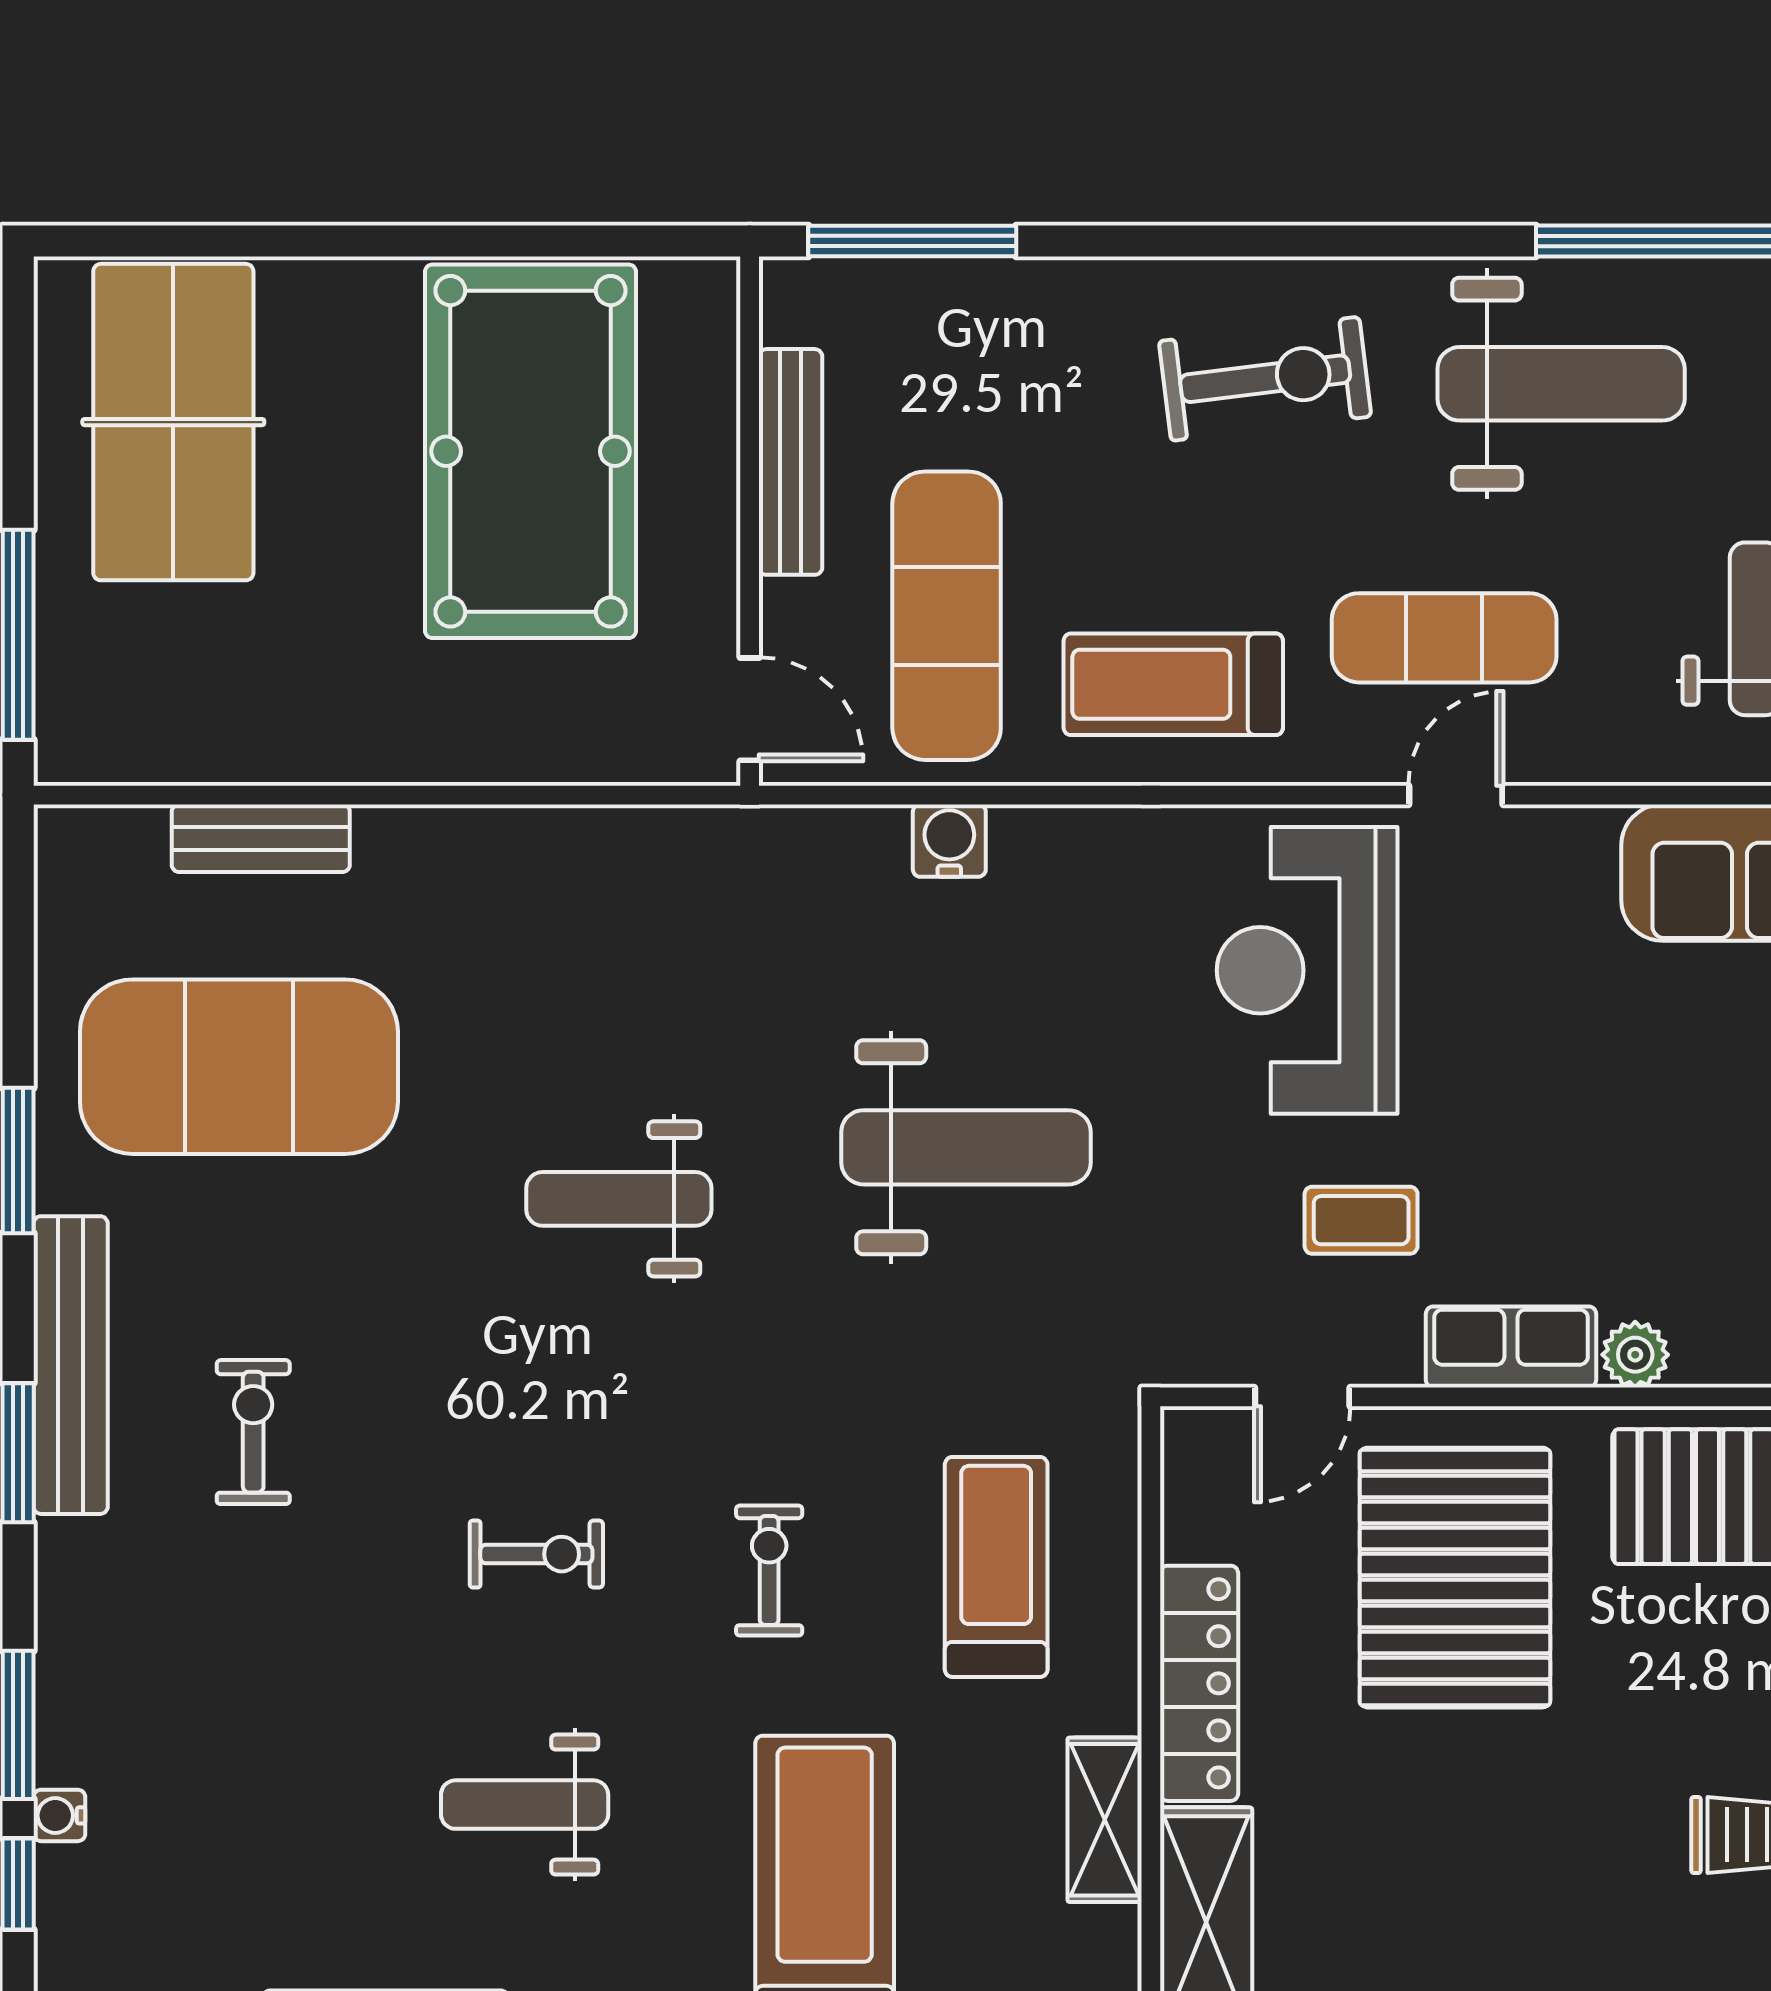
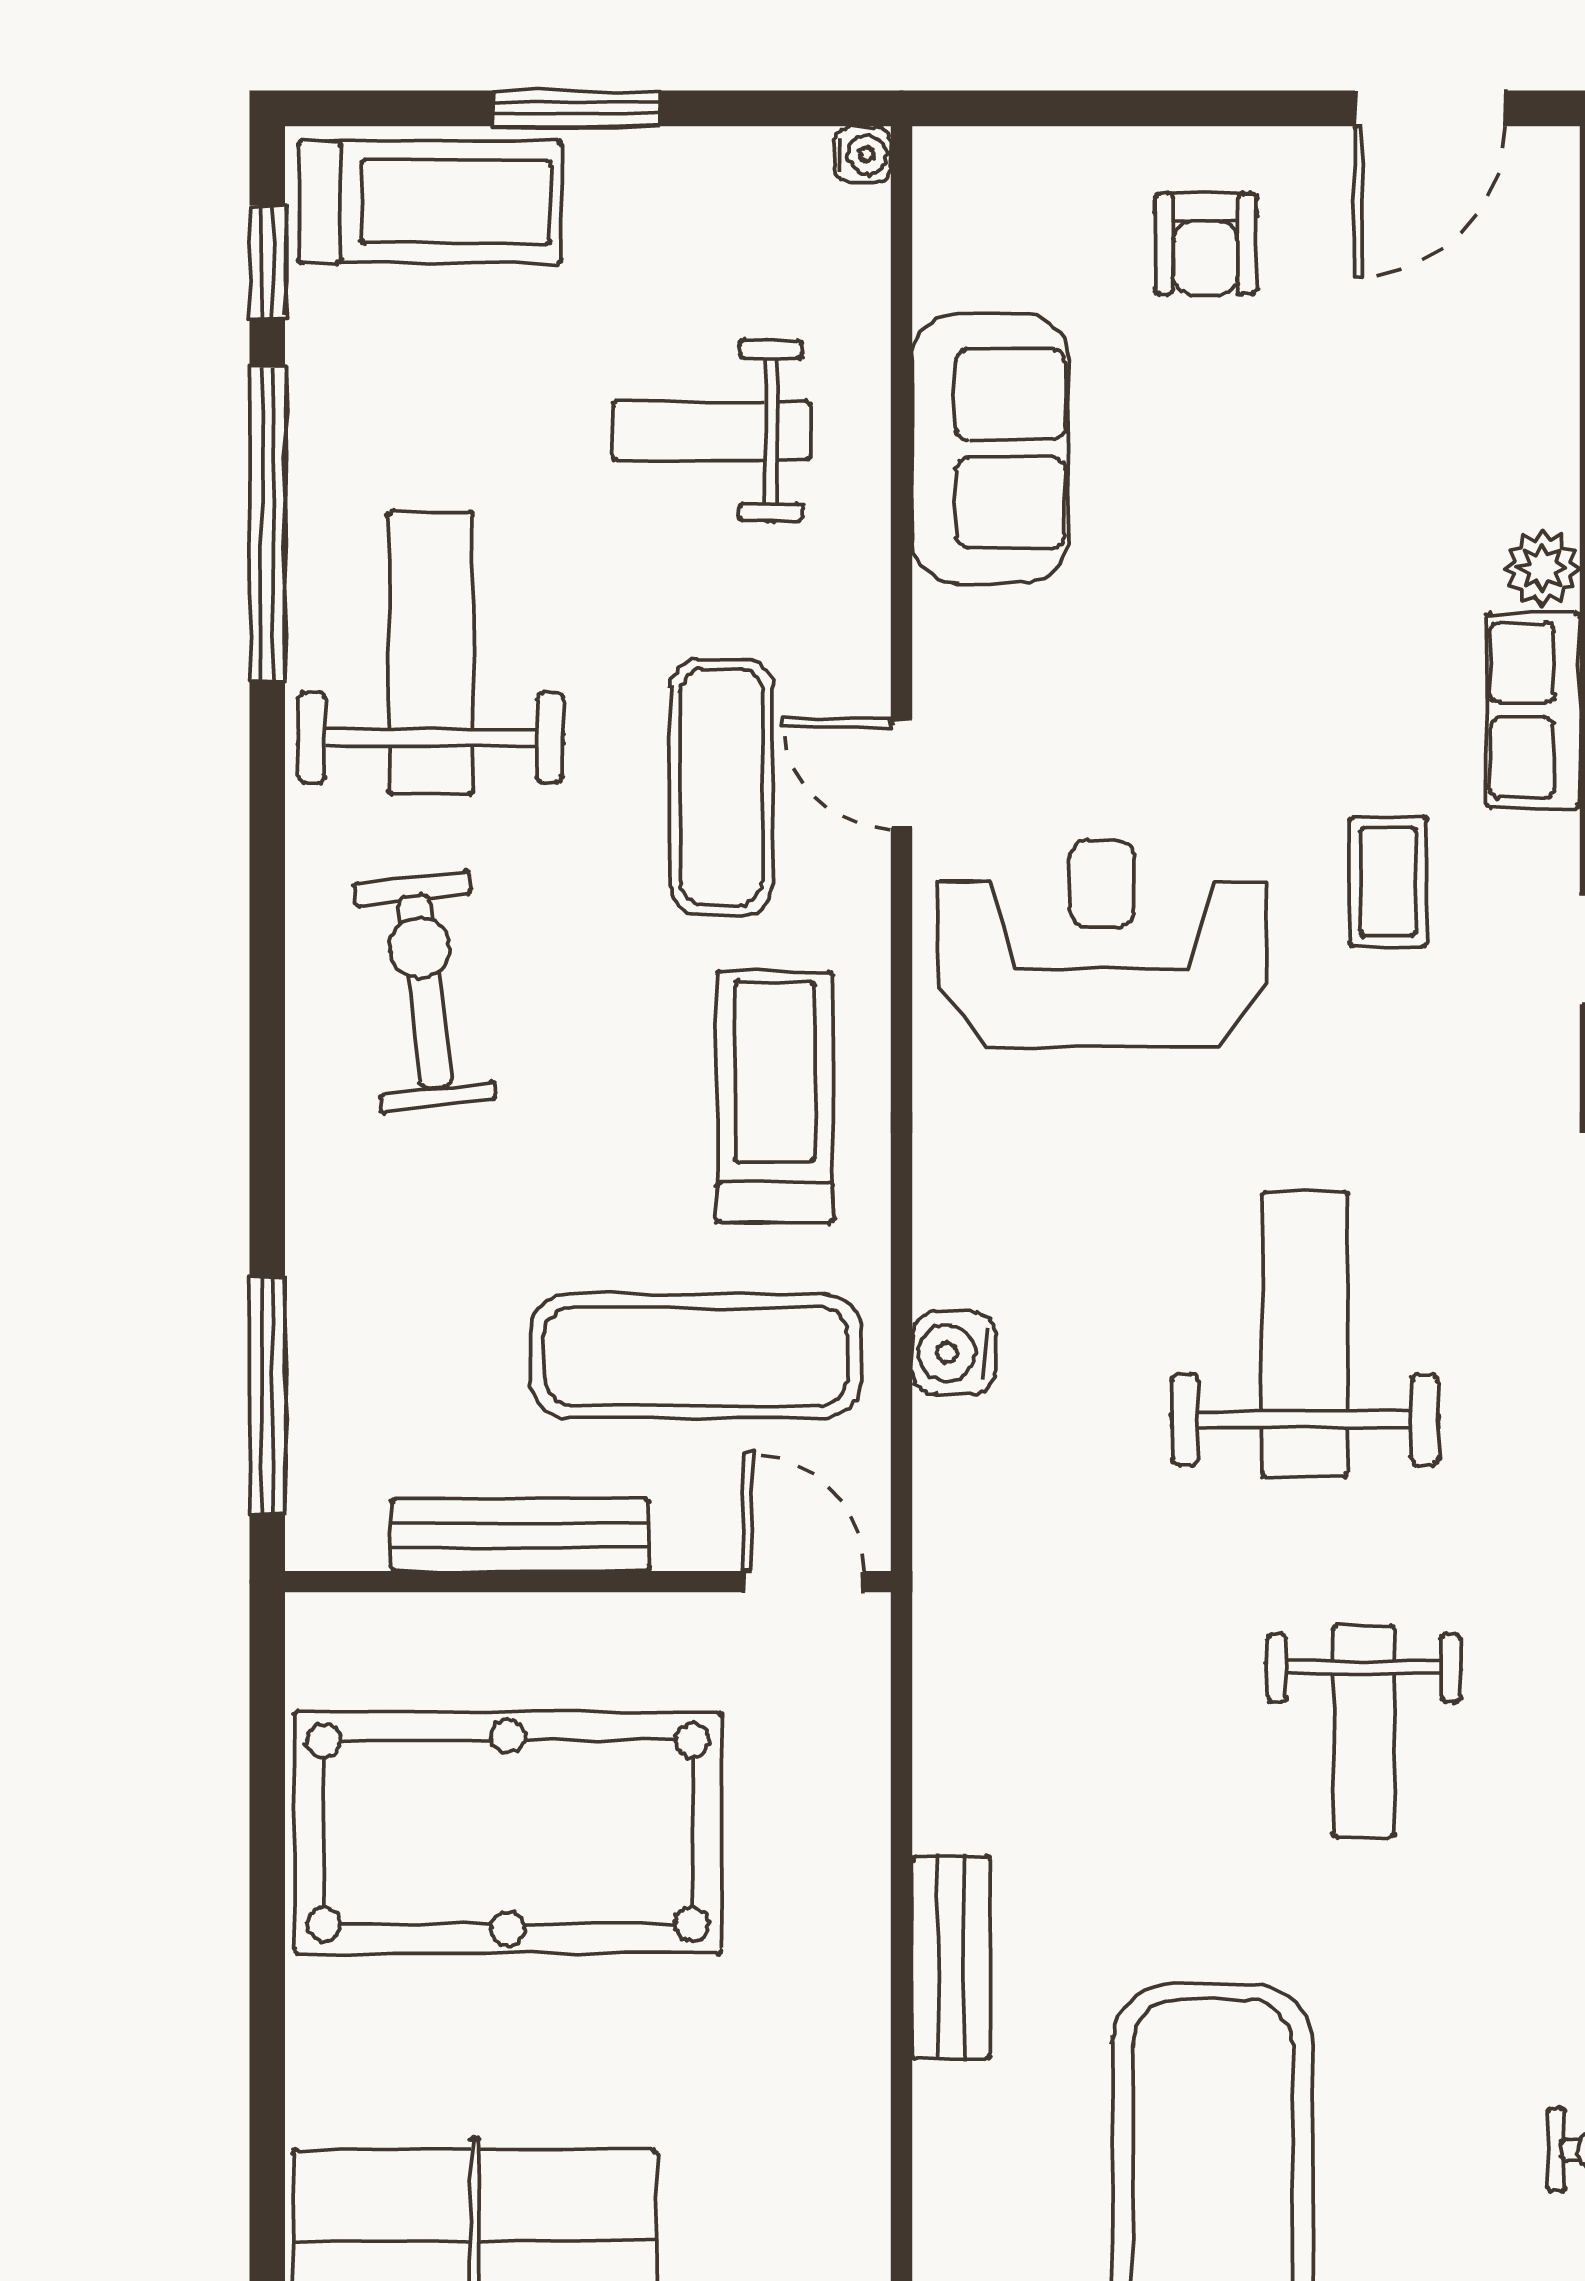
treadmill: (1173, 684) -> (775, 1097), turned 180
door: (750, 709) -> (803, 1582), hinge flipped
bench: (261, 838) -> (951, 1957), moved
reception desk: (1307, 970) -> (1102, 944), turned 180

